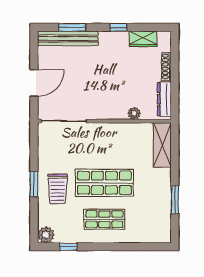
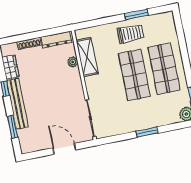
bench: (68, 38) -> (17, 104), moved
shelving: (162, 145) -> (87, 57), moved, turned 90
trolley: (58, 189) -> (131, 34), moved
shop shelf: (104, 219) -> (164, 69), width x1.43, depth x1.36

